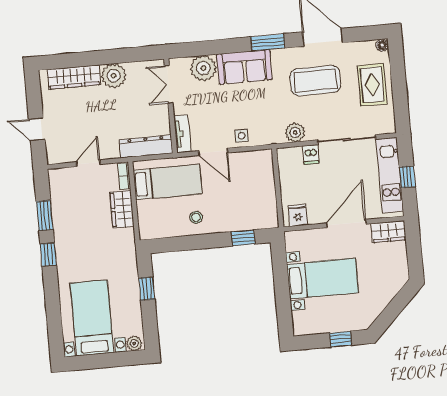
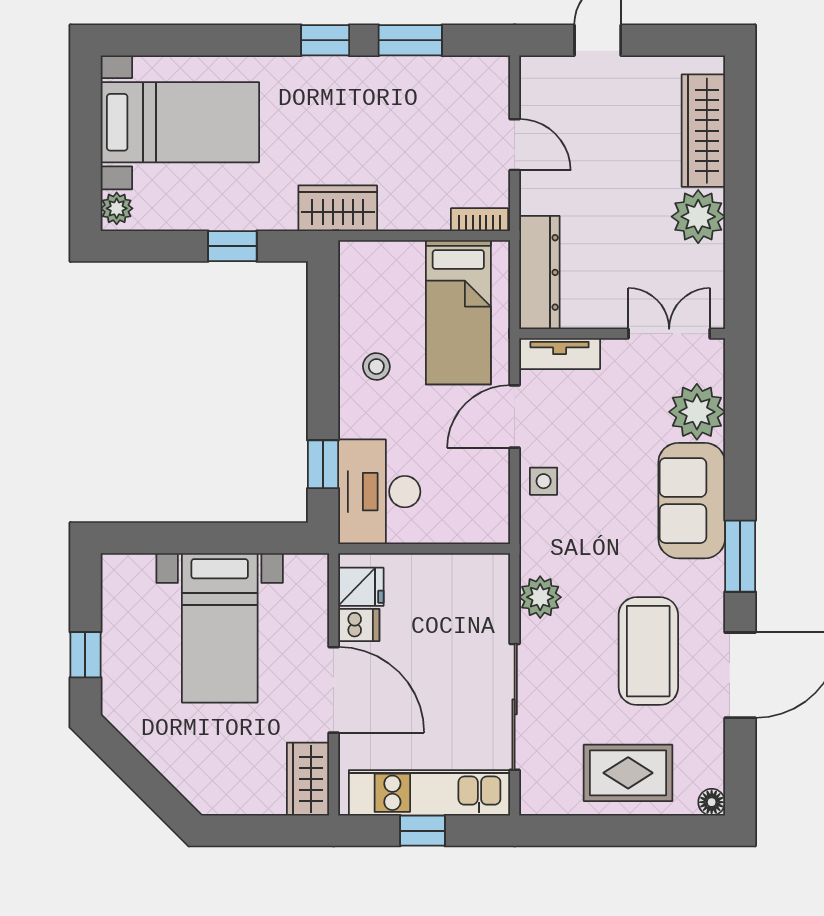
dishwasher: (311, 155) -> (359, 625), moved, turned 180
wardrobe: (122, 209) -> (338, 208), moved
desk: (253, 211) -> (379, 492), added

